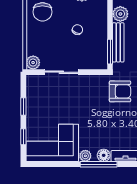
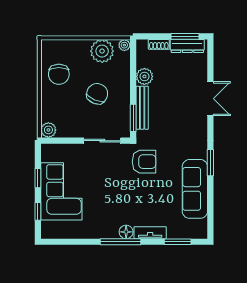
chair: (77, 30) -> (97, 94), width x1.87, depth x1.87
sliding door: (61, 72) -> (102, 141), moved
corner sofa: (52, 143) -> (61, 191), moved, turned 90
plant: (85, 156) -> (106, 232), removed

